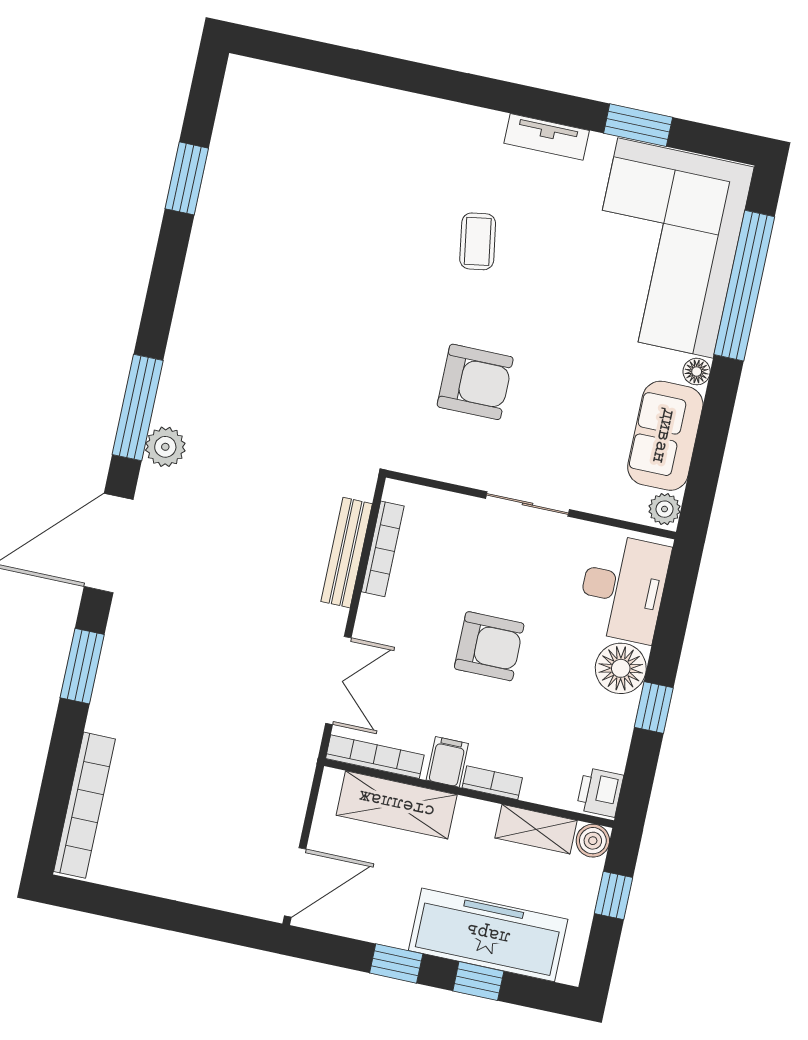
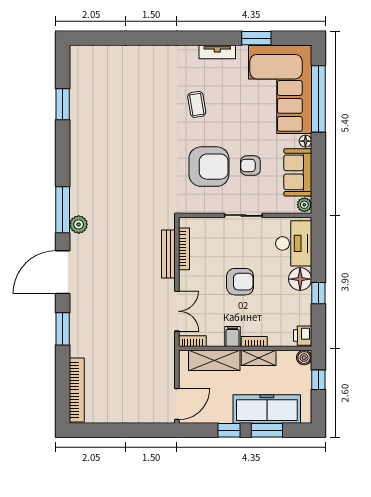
armchair: (475, 382) -> (209, 167), width x1.36, depth x1.36
armchair: (566, 399) -> (250, 166), added
bookcase: (375, 757) -> (192, 341), width x0.64
shelving: (536, 829) -> (259, 358), moved
window: (478, 981) -> (267, 430), width x1.50

